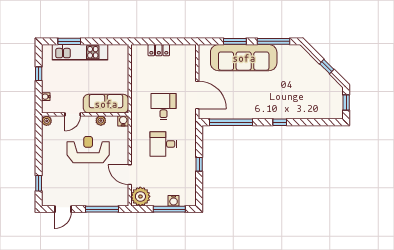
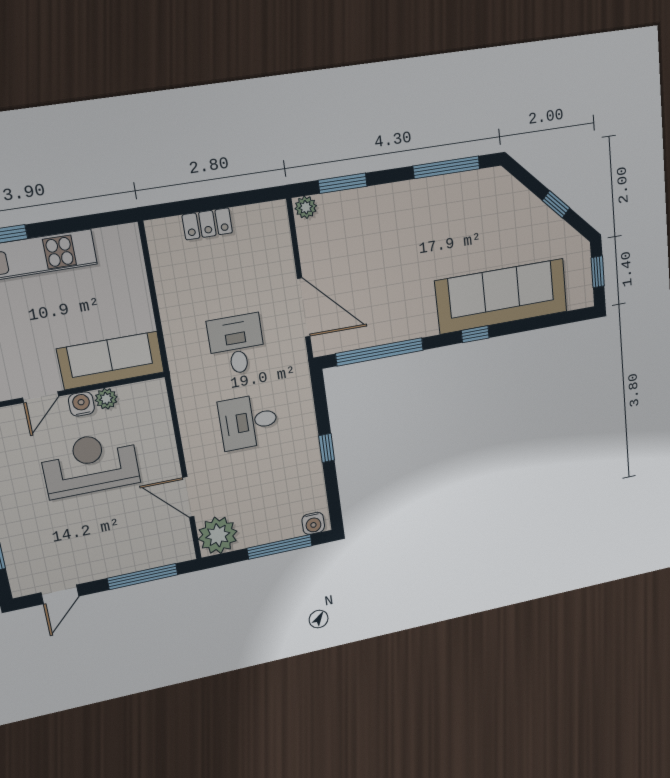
window: (235, 41) -> (343, 183), moved
plant: (204, 50) -> (306, 207), added
sofa: (244, 58) -> (502, 296), moved, turned 180
water cooler: (123, 121) -> (81, 404), moved
water cooler: (174, 201) -> (313, 523), moved

